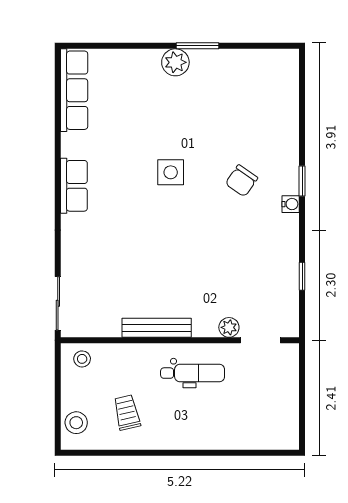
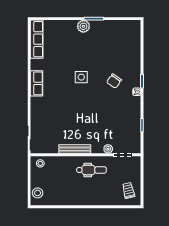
trolley: (127, 412) -> (128, 190), moved

